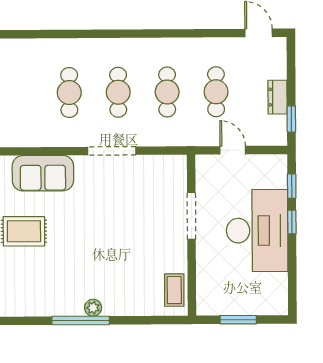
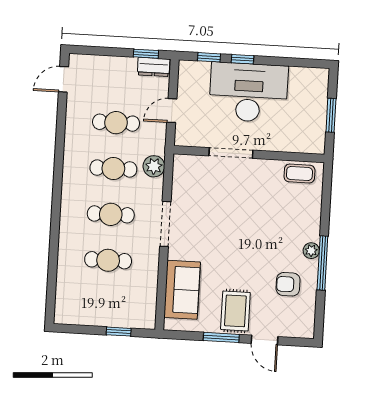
dresser: (278, 97) -> (154, 67), moved
plant: (172, 135) -> (154, 166), added
armchair: (56, 285) -> (288, 284), added

